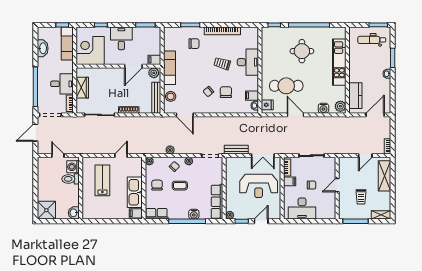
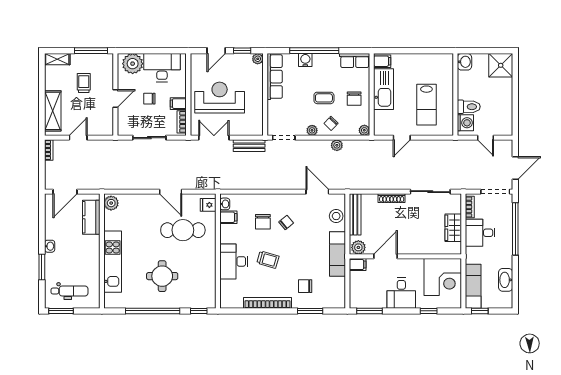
water cooler: (323, 108) -> (134, 200), removed
plant: (324, 211) -> (133, 64), added

